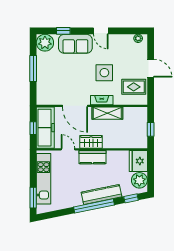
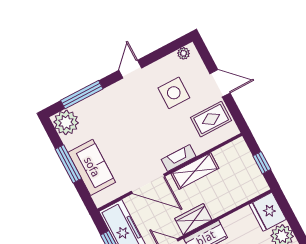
window: (63, 31) -> (82, 95), width x2.17
door: (101, 31) -> (130, 69), swing flipped
sofa: (75, 44) -> (92, 167), moved, turned -90
side table: (104, 73) -> (174, 93), moved

